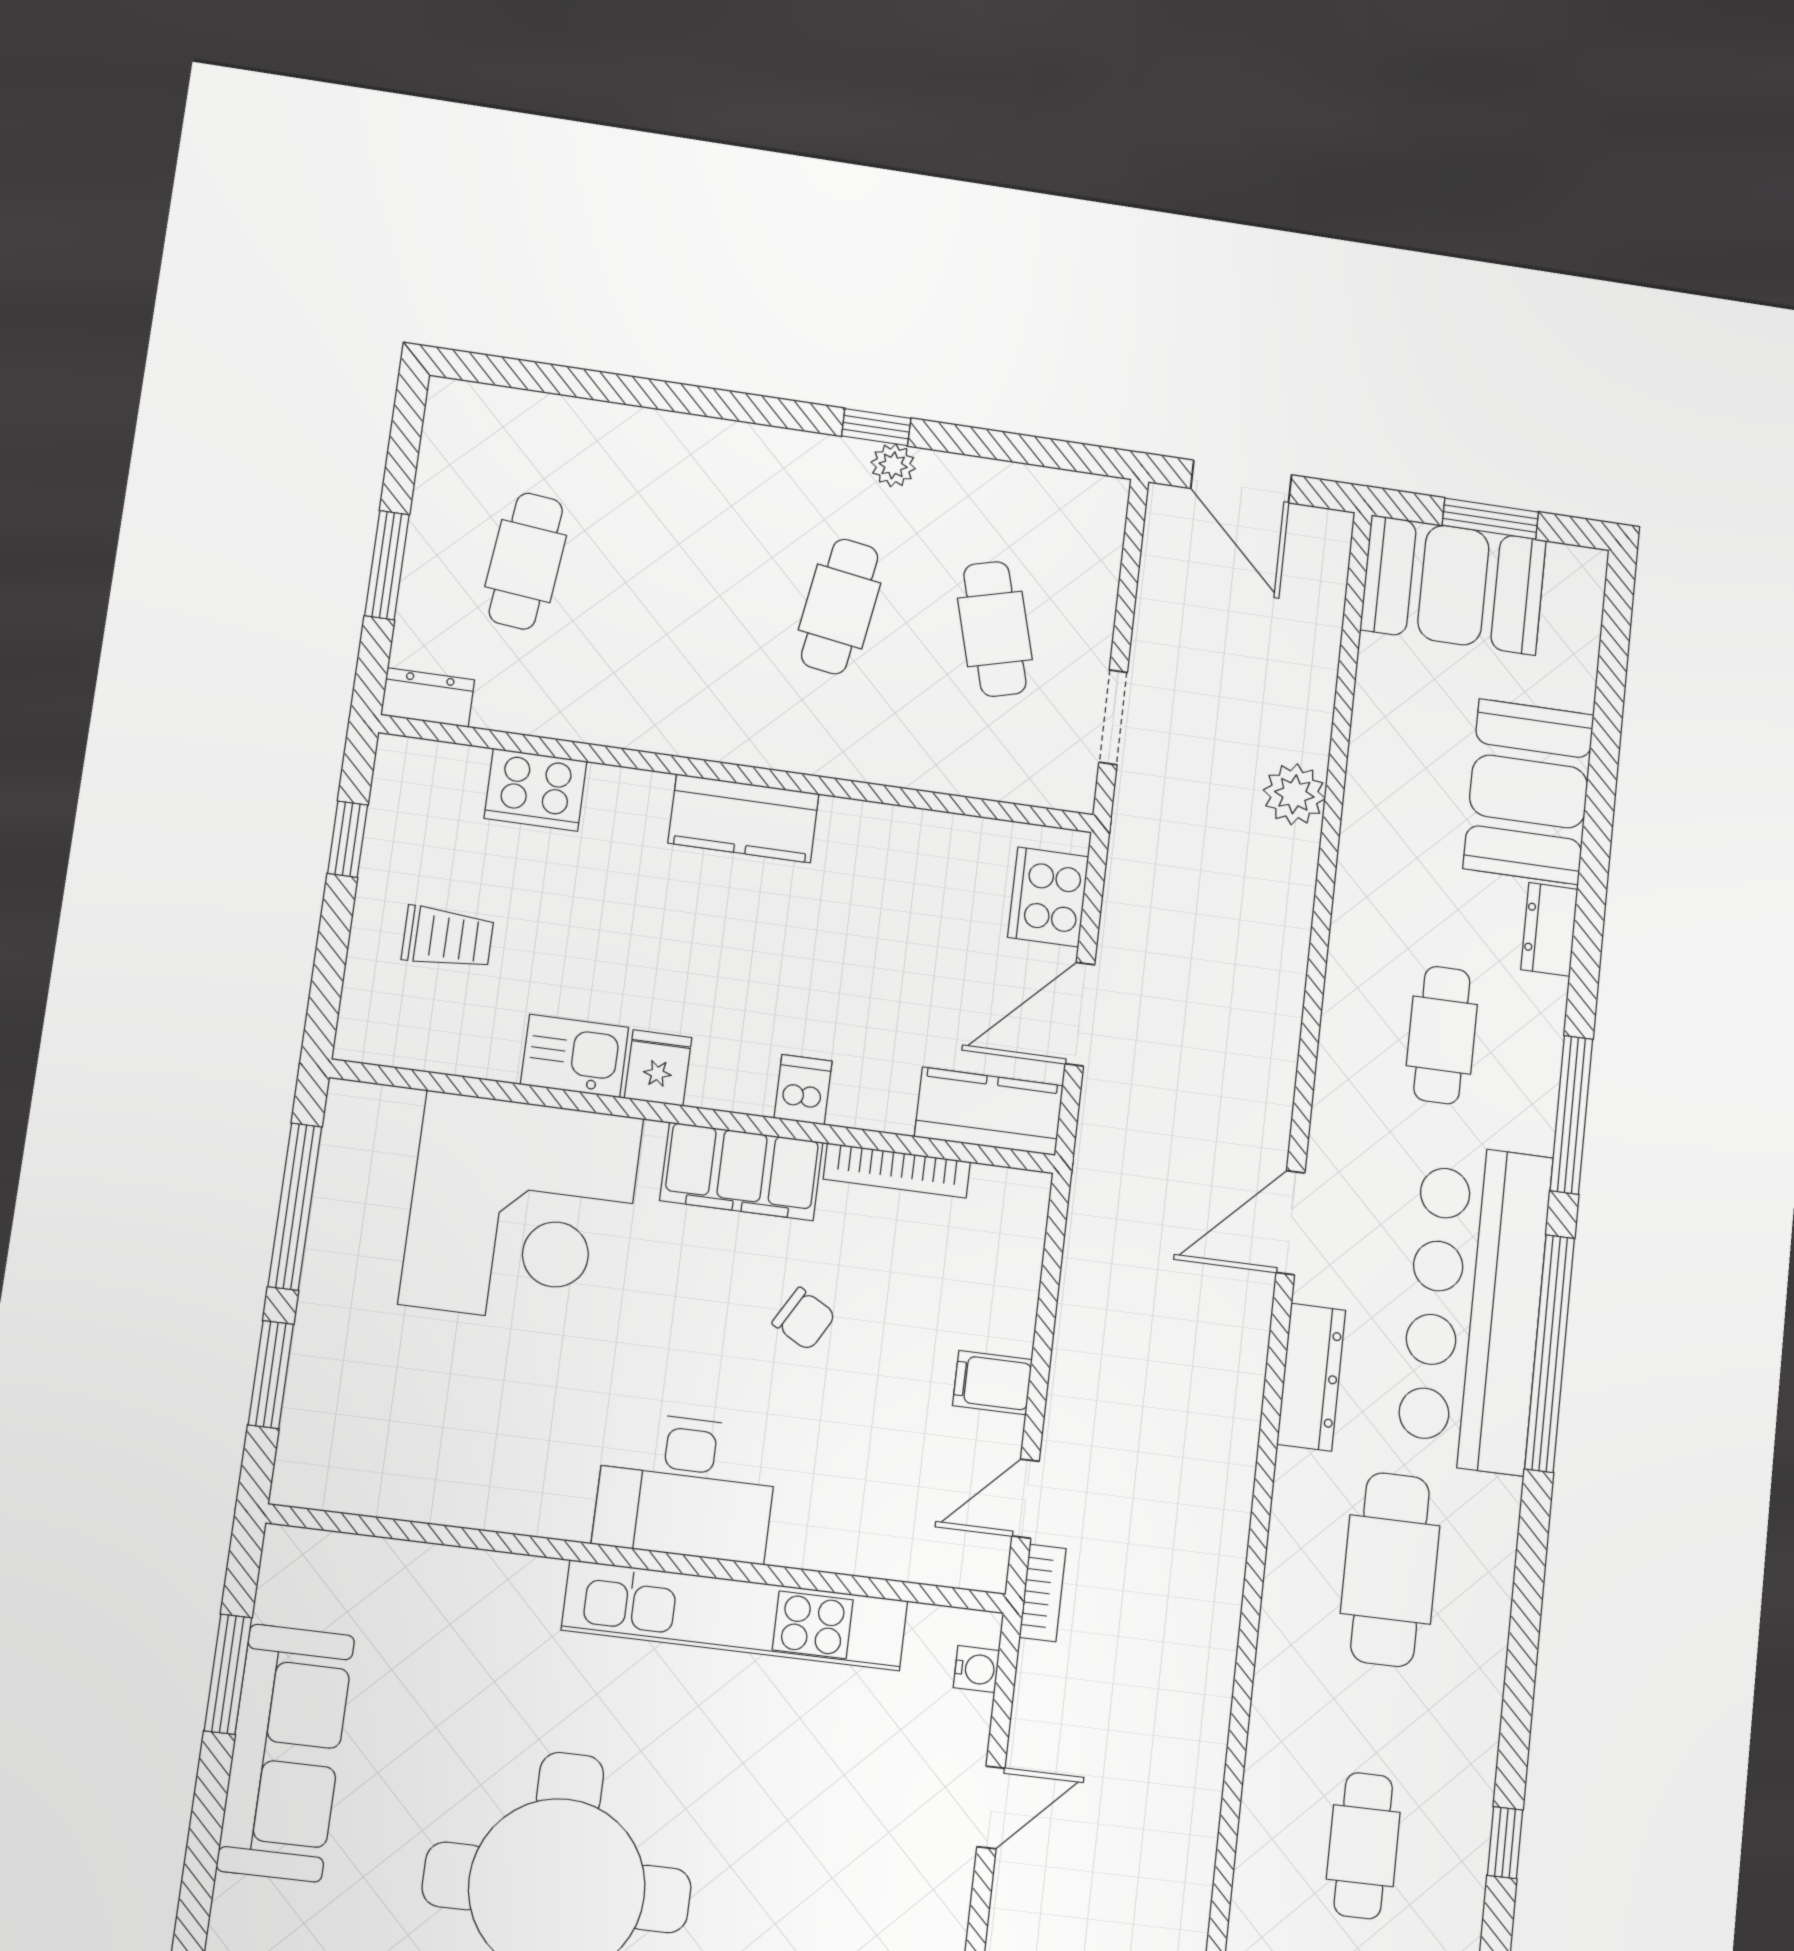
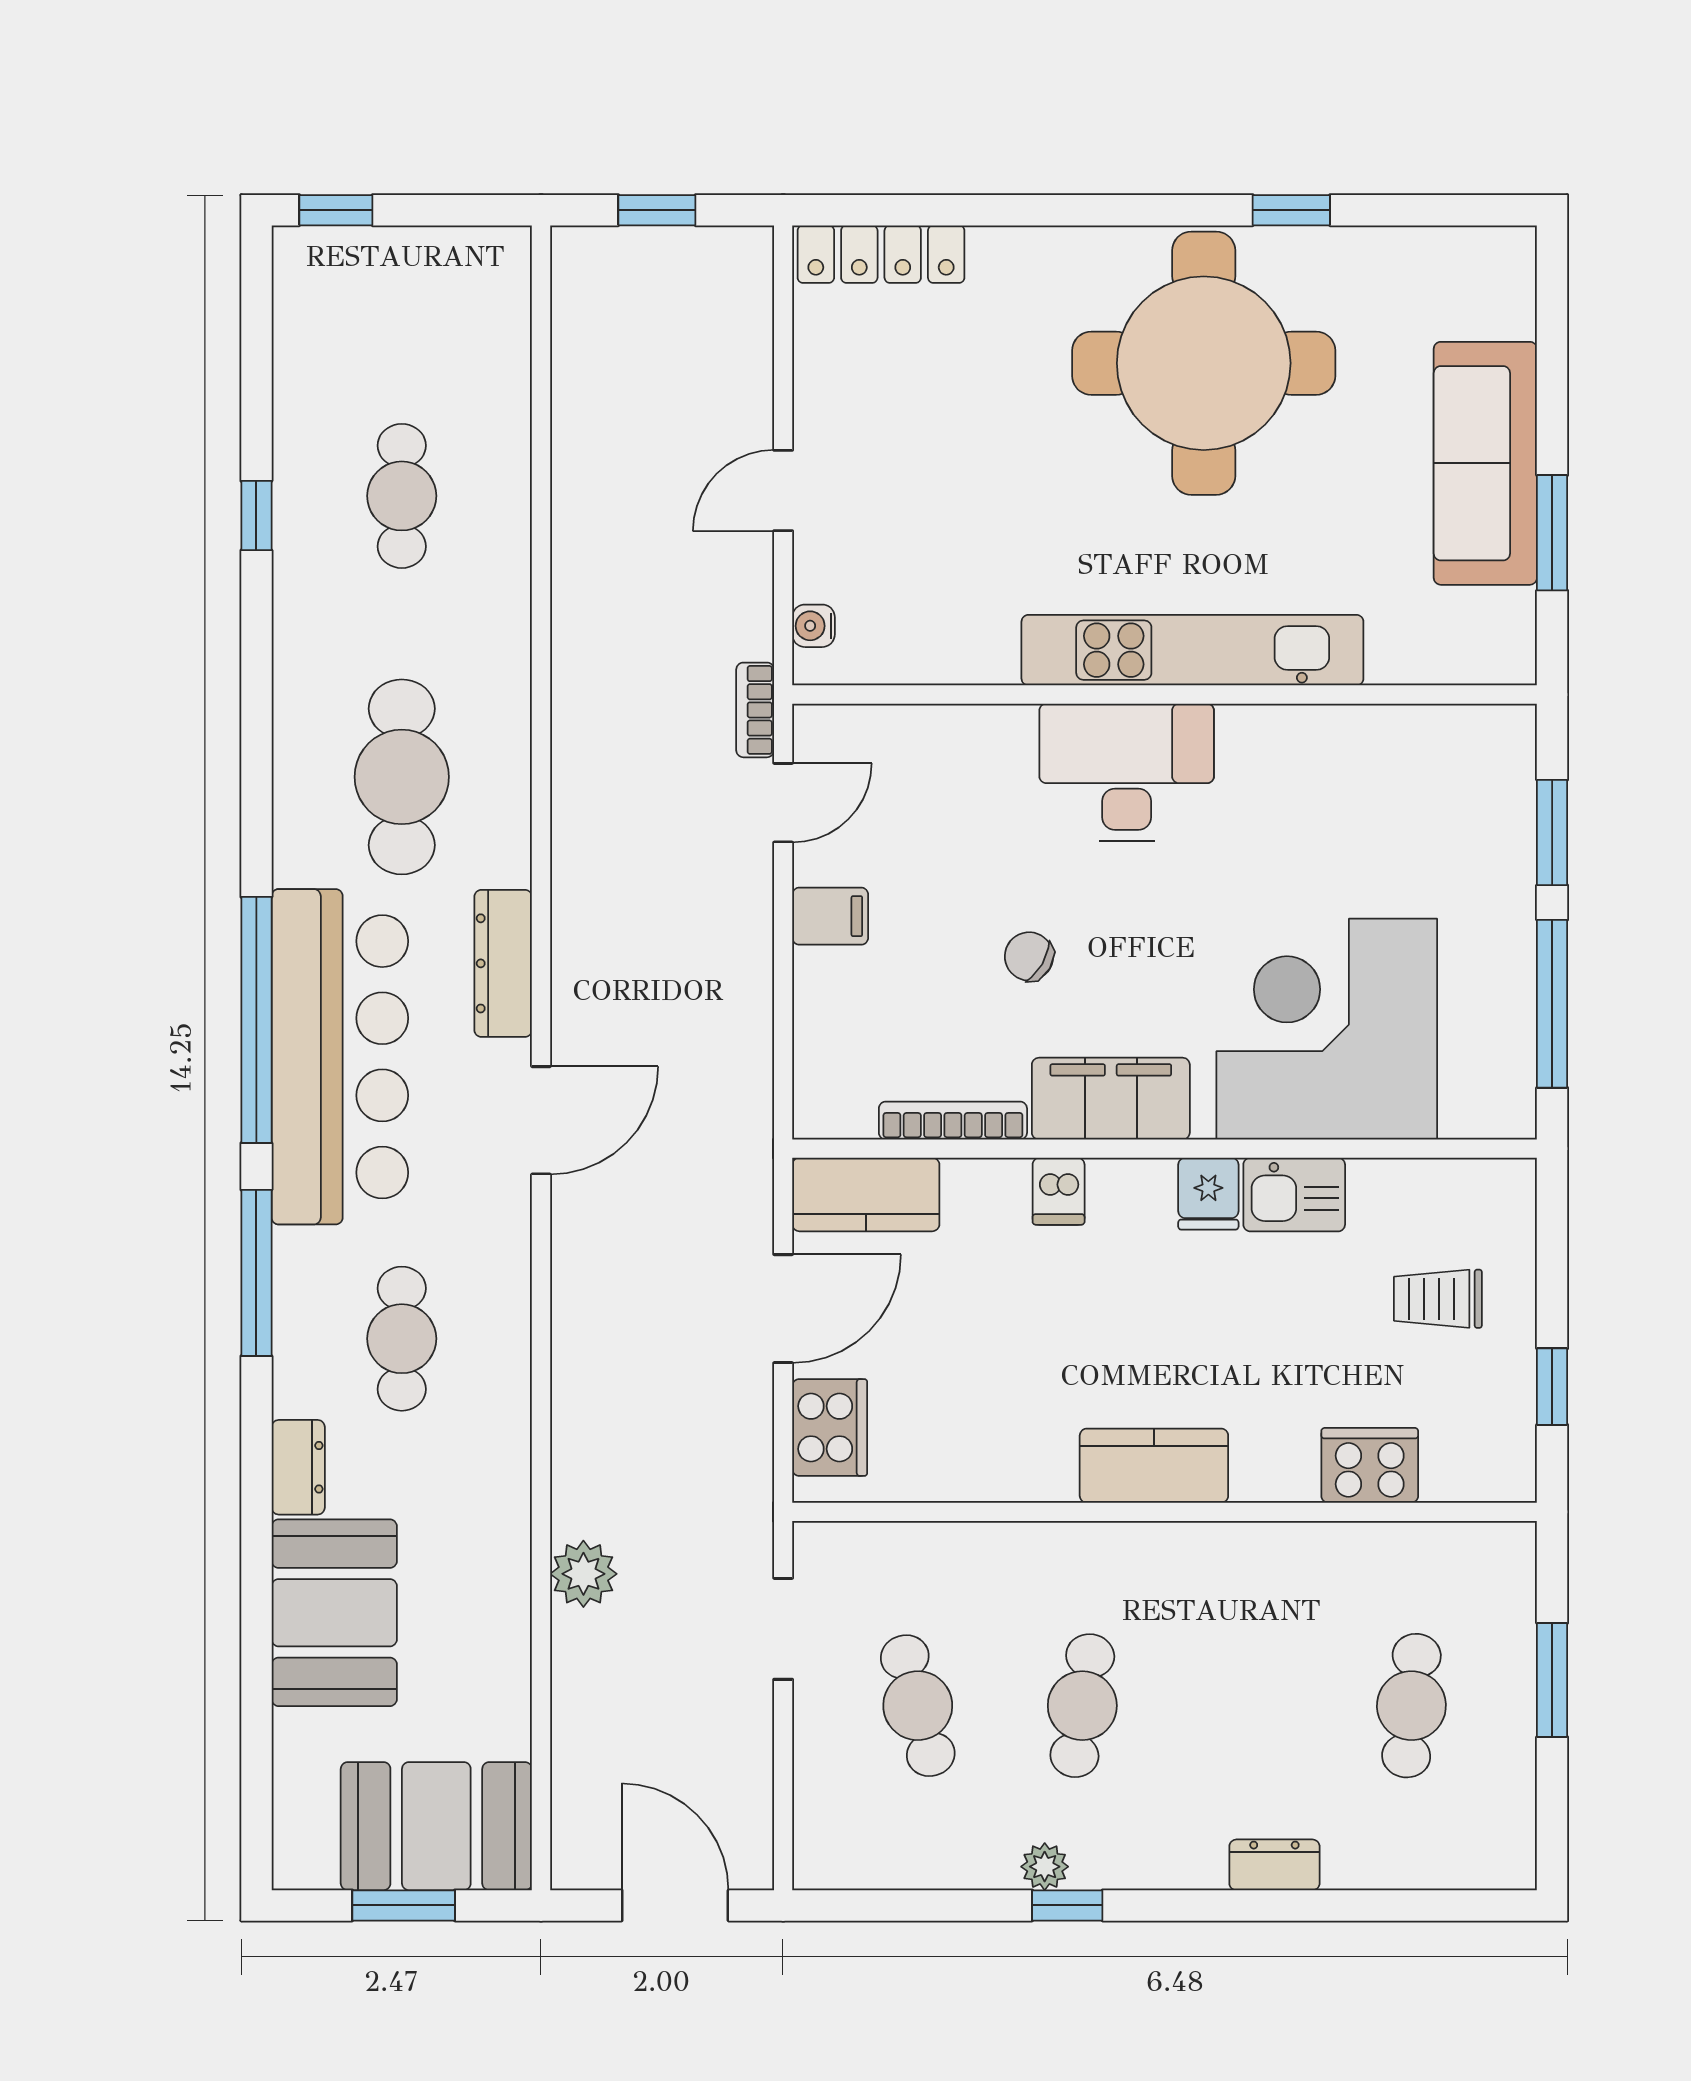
dresser: (428, 697) -> (1274, 1865), moved, turned 180
kitchen unit: (735, 1615) -> (1192, 650), moved

